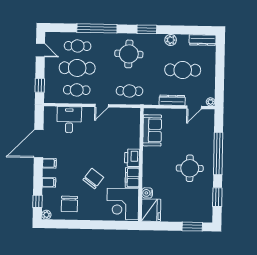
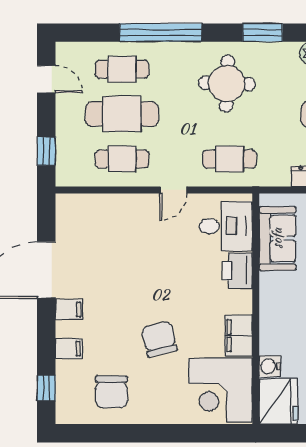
desk: (69, 120) -> (226, 226), moved, turned 90
printer: (132, 158) -> (237, 271), moved
chair: (93, 179) -> (159, 339), turned -50
plant: (46, 215) -> (65, 415), removed

